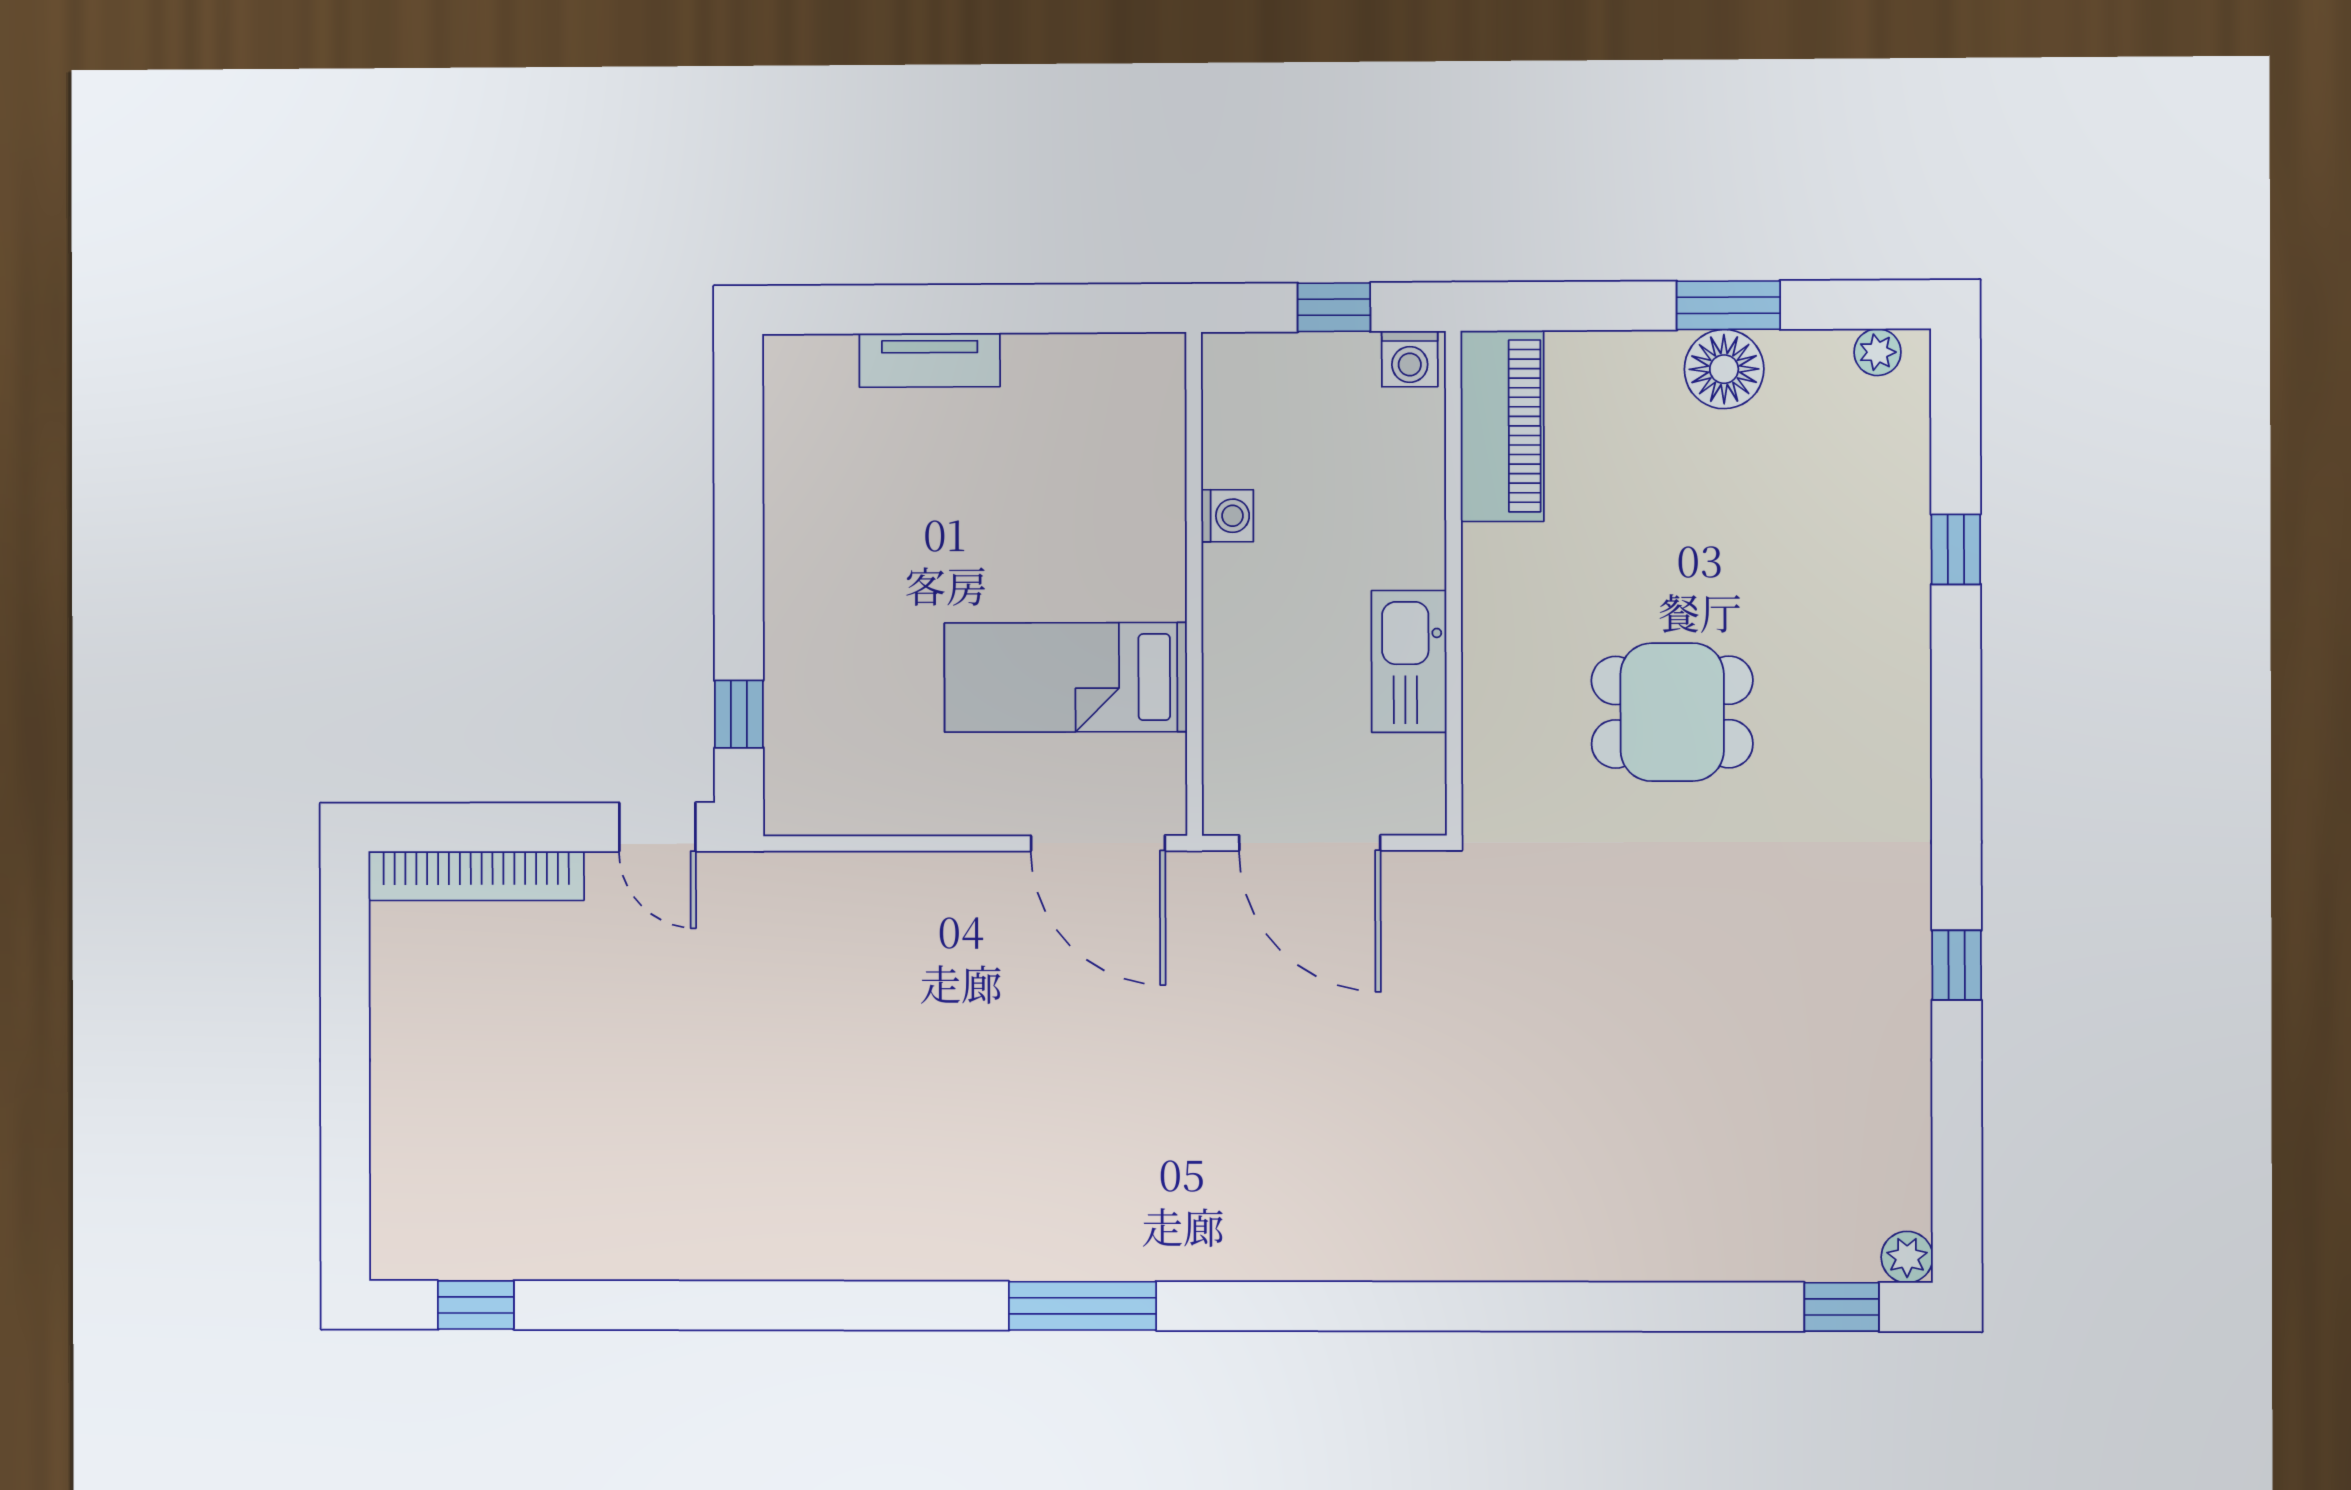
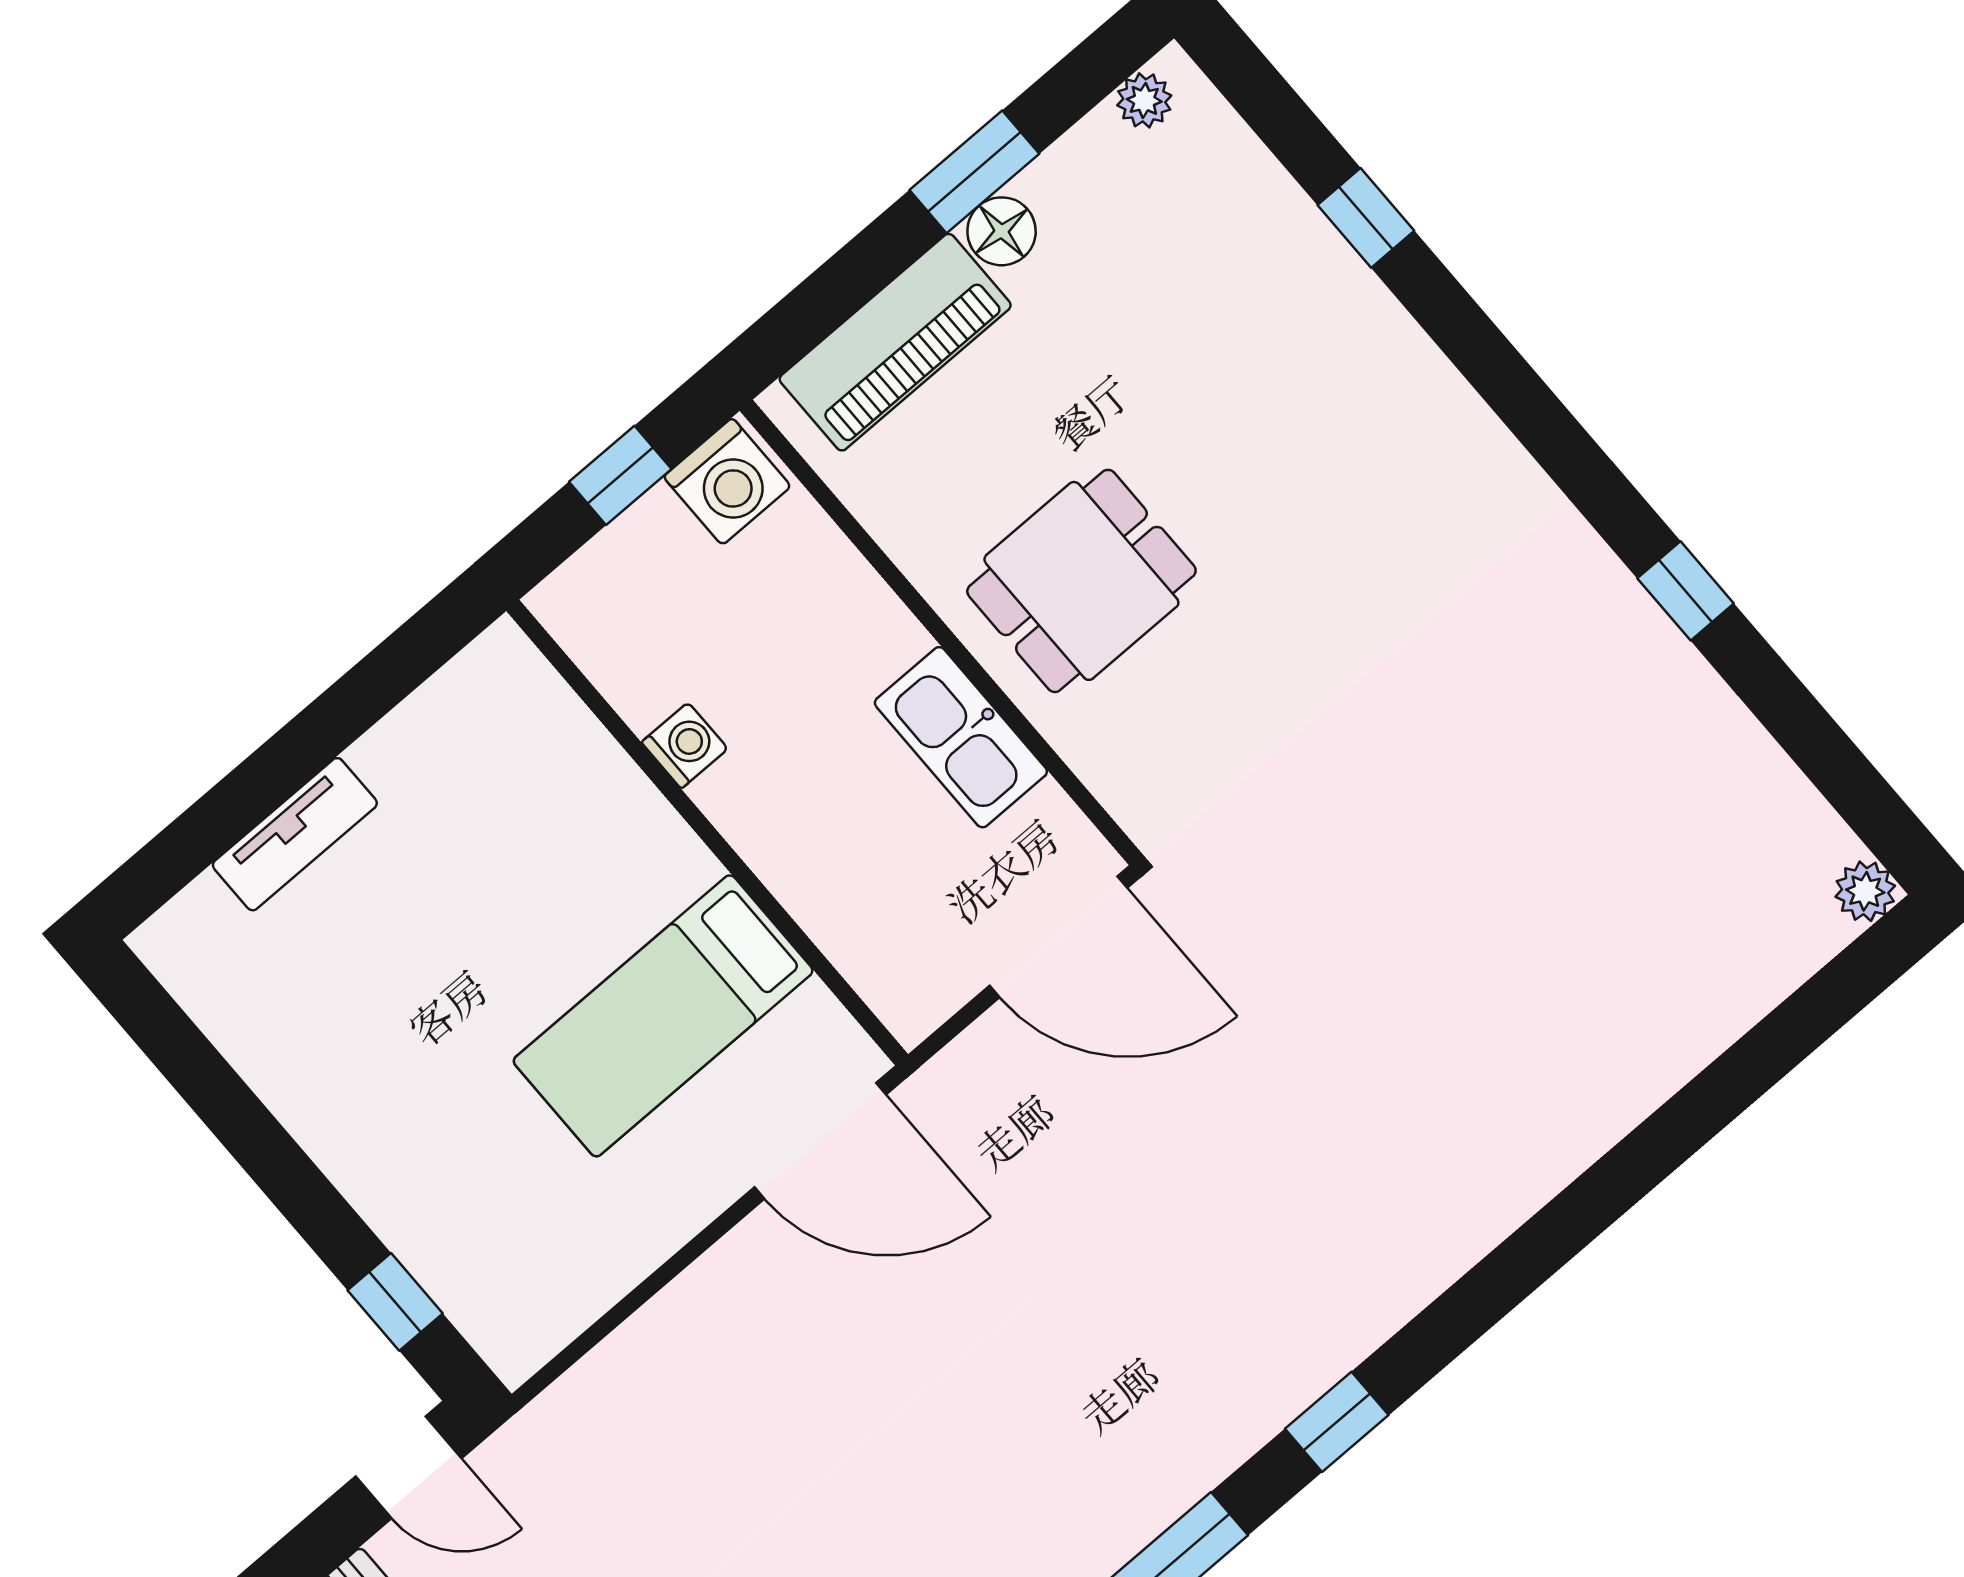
washing machine: (1410, 359) -> (727, 482), width x1.38, depth x1.38
floor lamp: (1724, 369) -> (1002, 231), width x0.73, depth x0.73
piano: (1502, 426) -> (895, 342), moved, turned 90
dining table: (1672, 712) -> (1081, 581), moved
door: (1310, 843) -> (1058, 937), moved
window: (1842, 1307) -> (1337, 1422), moved

